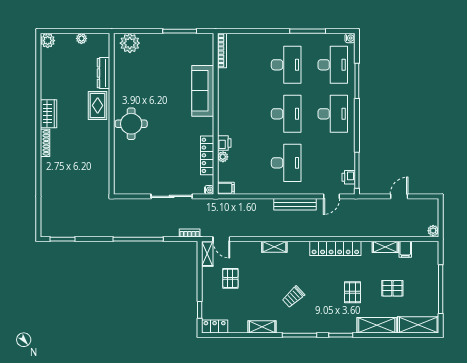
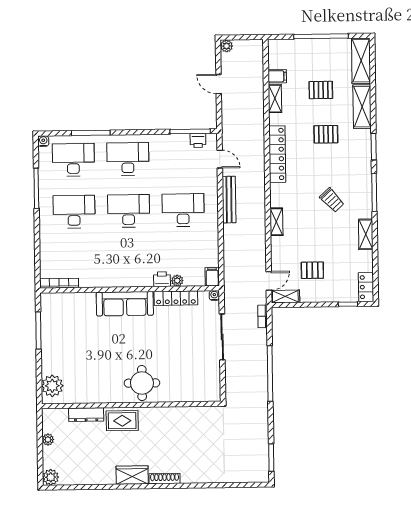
sofa: (203, 91) -> (125, 304), moved
plant: (433, 231) -> (226, 46), moved
pallet: (392, 288) -> (321, 90), turned 90

